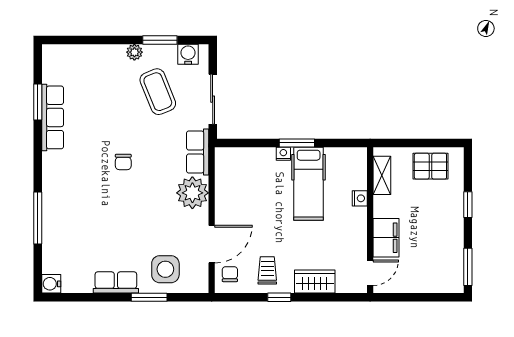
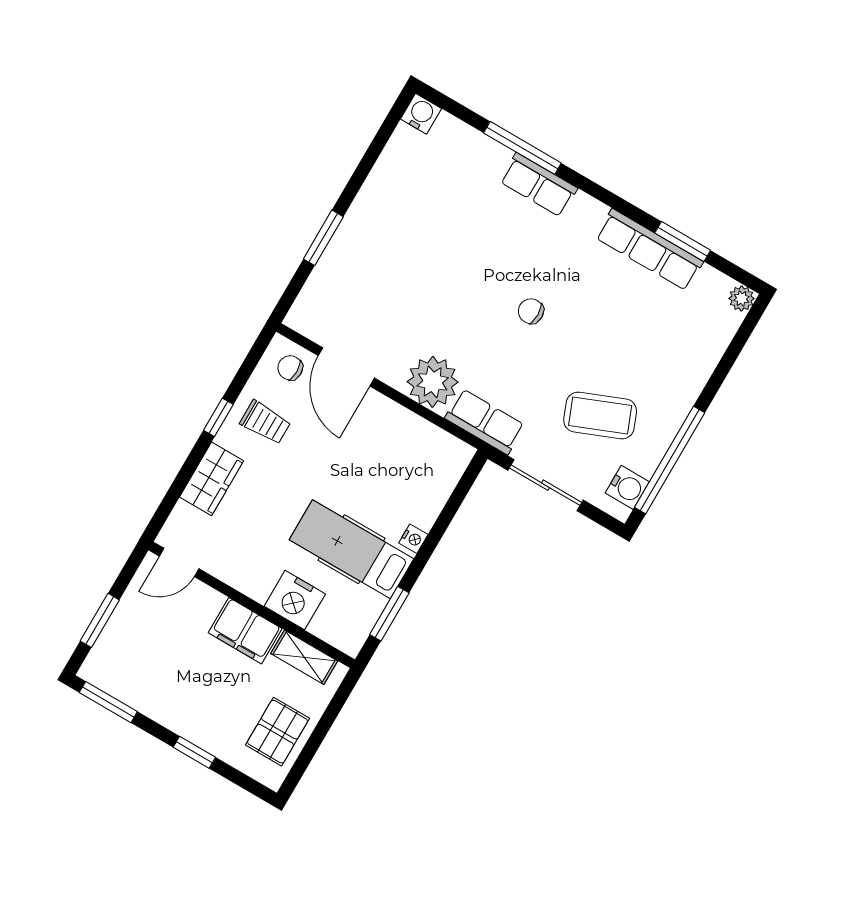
window: (160, 40) -> (670, 460), width x2.11
plant: (134, 52) -> (741, 298), moved
window: (297, 143) -> (389, 614), moved
nightstand: (360, 198) -> (295, 600), width x1.89, depth x1.79
filing cabinet: (386, 238) -> (245, 631), moved
side table: (165, 269) -> (349, 283), removed
door: (370, 273) -> (179, 562), hinge flipped
chair: (230, 274) -> (290, 368), turned 180
row of seats: (116, 282) -> (539, 185), moved, turned 90
window: (426, 297) -> (100, 620), added

